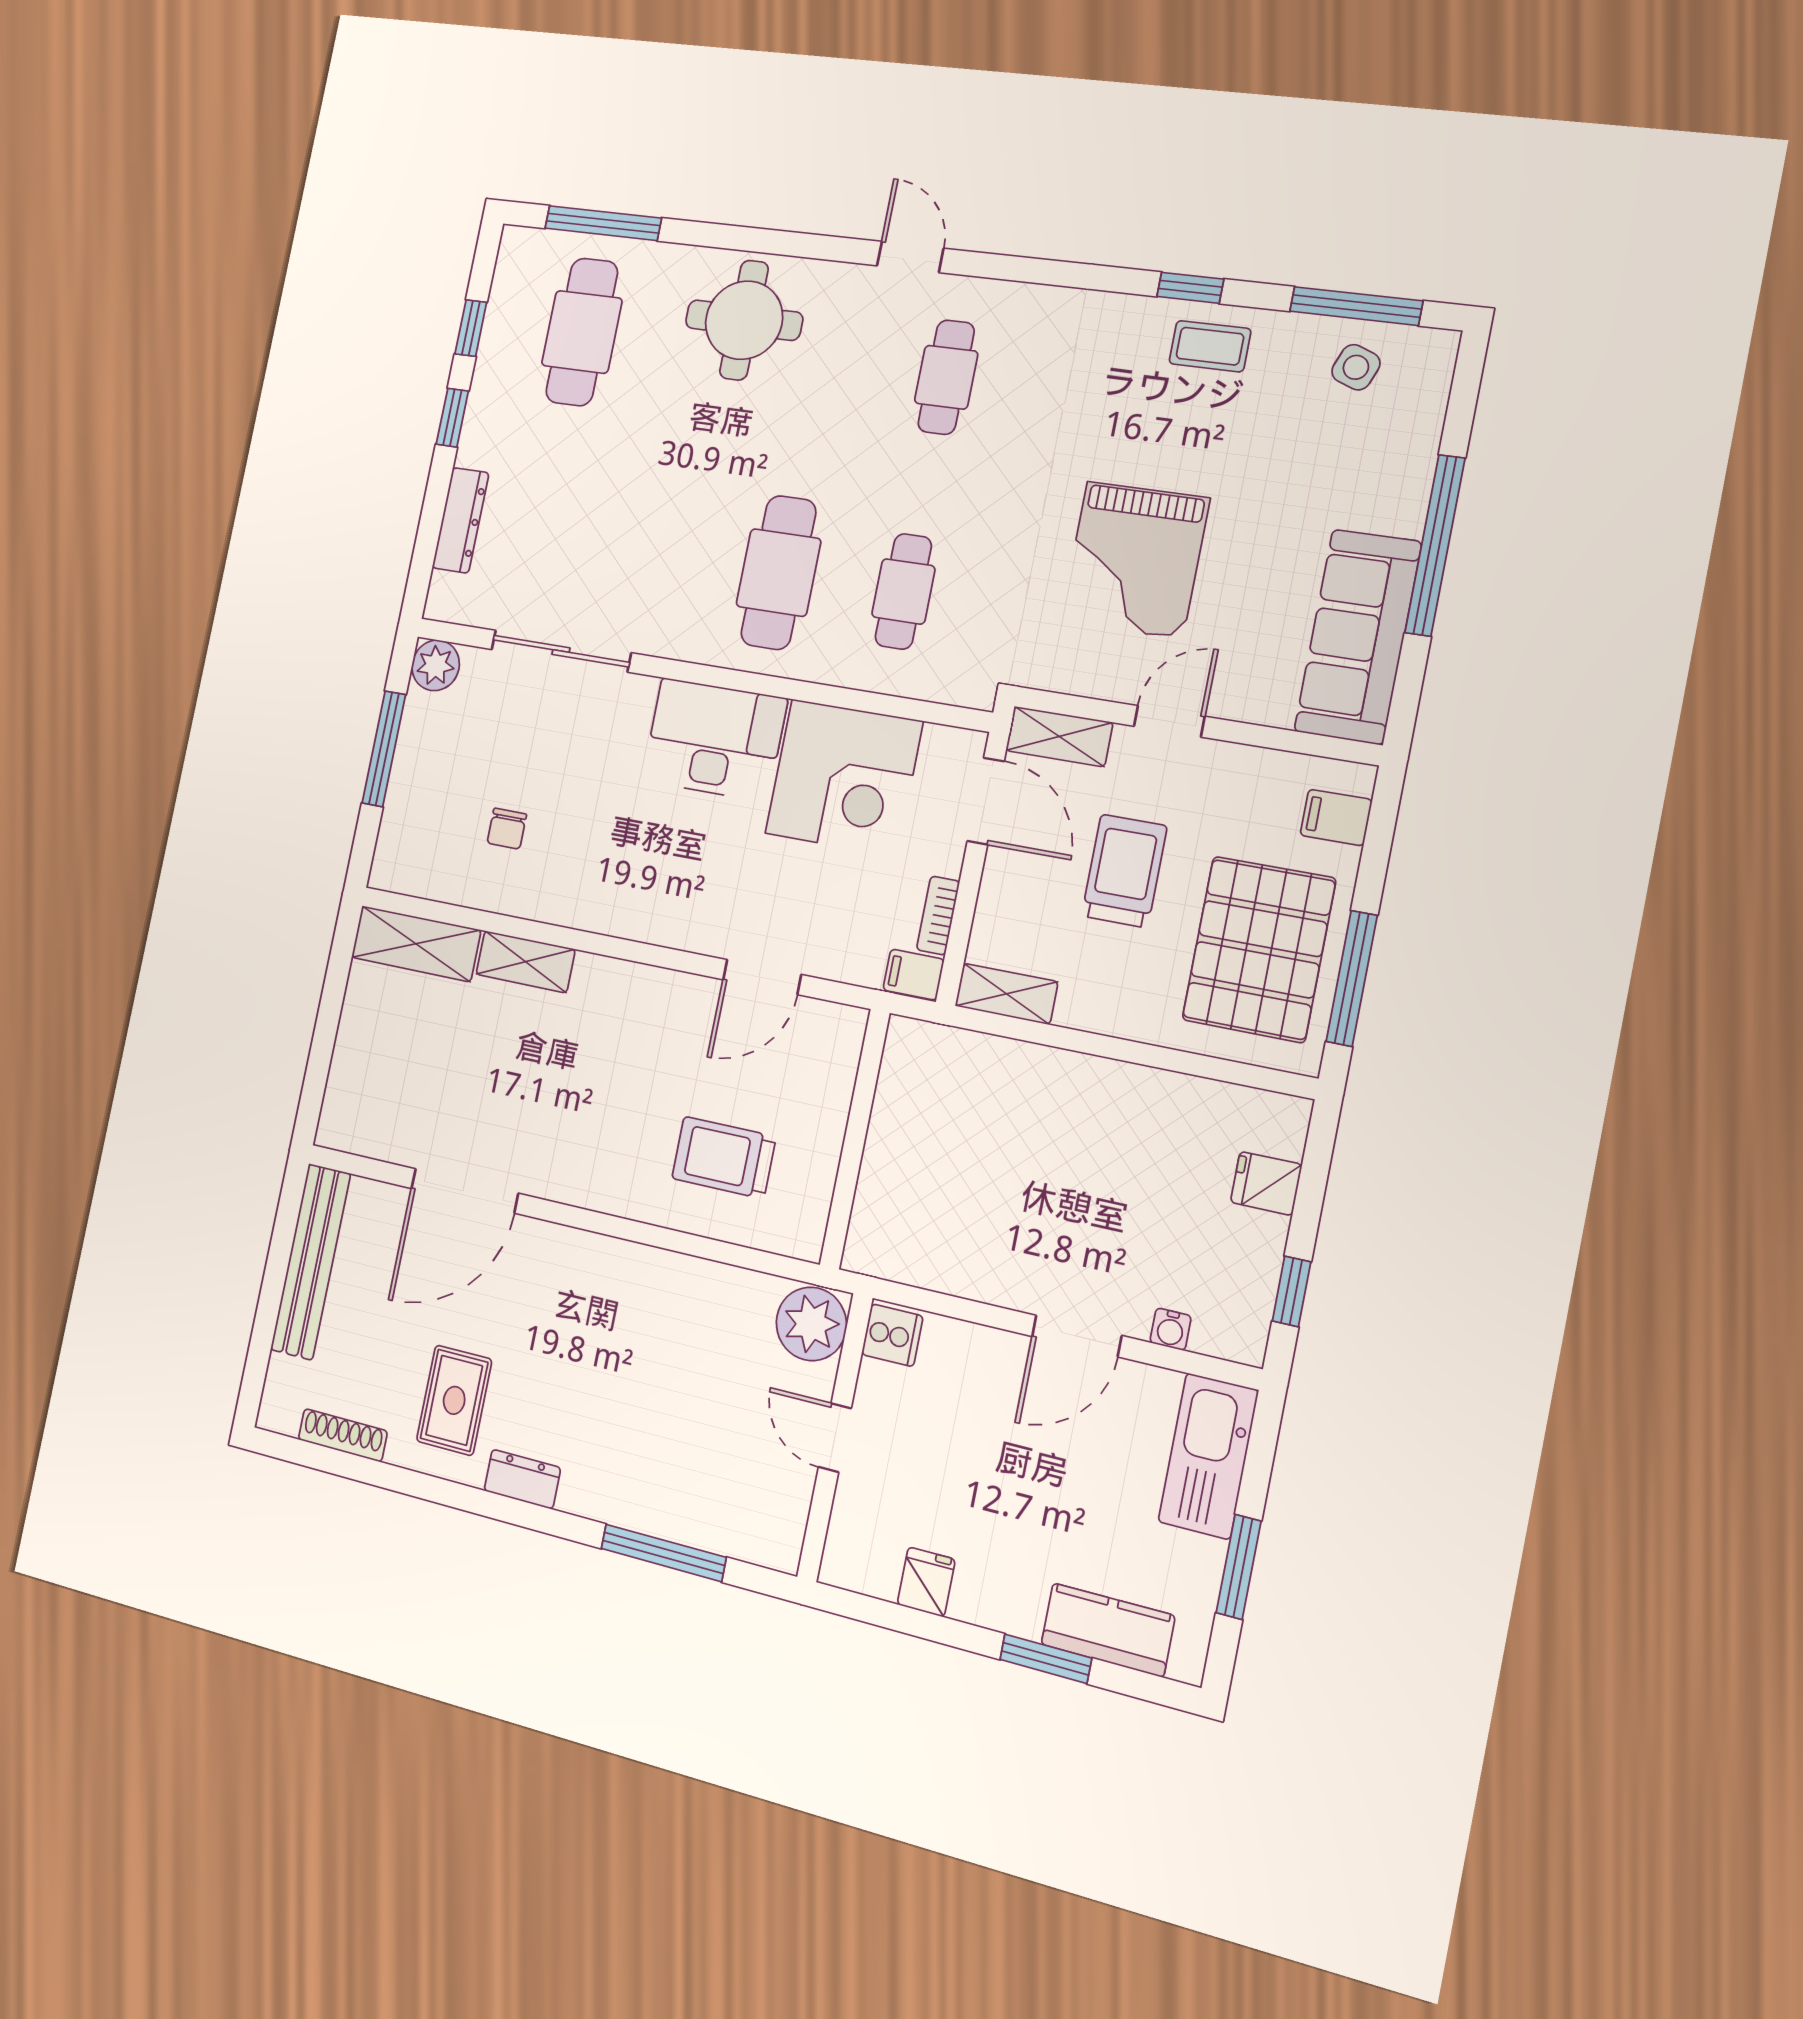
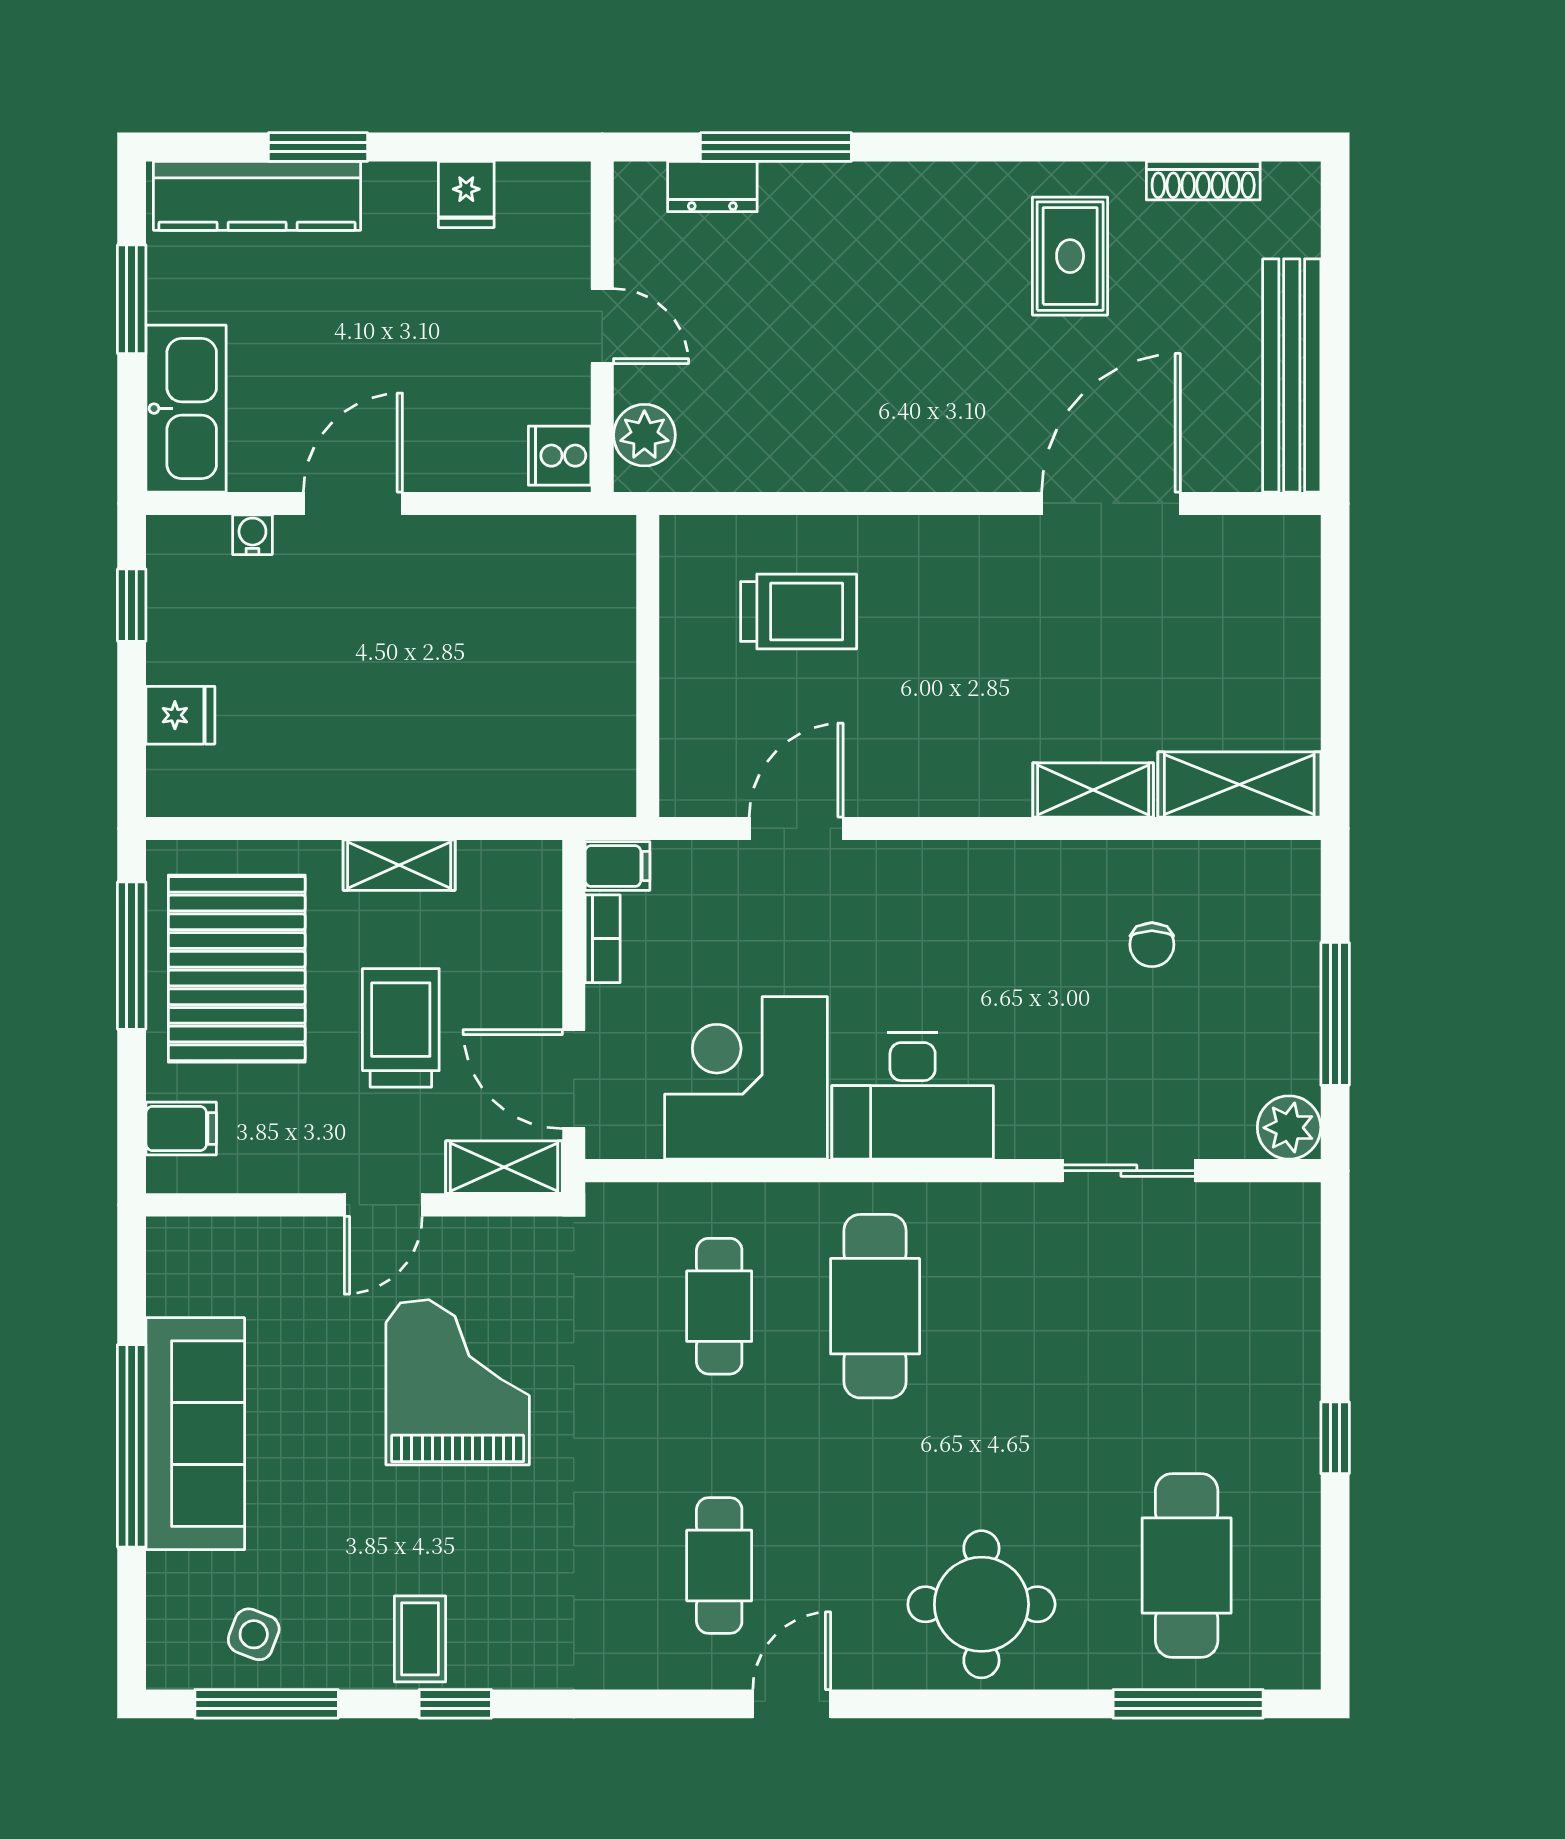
door: (910, 257) -> (792, 1704), swing flipped
window: (471, 328) -> (1335, 1553), removed
coffee table: (1210, 346) -> (420, 1639), turned 90
dresser: (461, 520) -> (1296, 1311), removed
sofa: (1358, 637) -> (195, 1434), moved
sliding door: (561, 651) -> (1129, 1171), width x0.73
chair: (507, 829) -> (1152, 945), turned 180
trolley: (1124, 871) -> (401, 1028), turned 180
shelving: (1006, 994) -> (399, 865), moved
plant: (811, 1324) -> (644, 435), width x0.73, depth x0.73
dresser: (522, 1479) -> (712, 186), moved
kitchen counter: (1108, 1630) -> (257, 196), width x1.50

